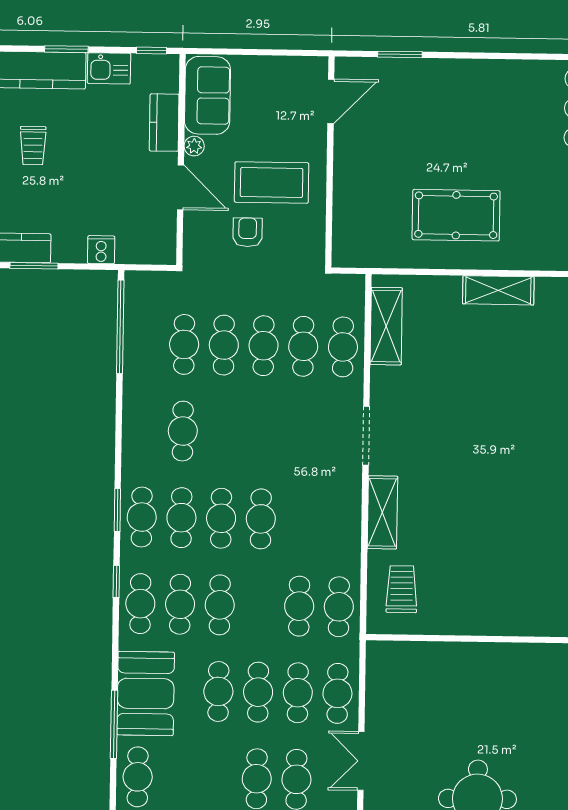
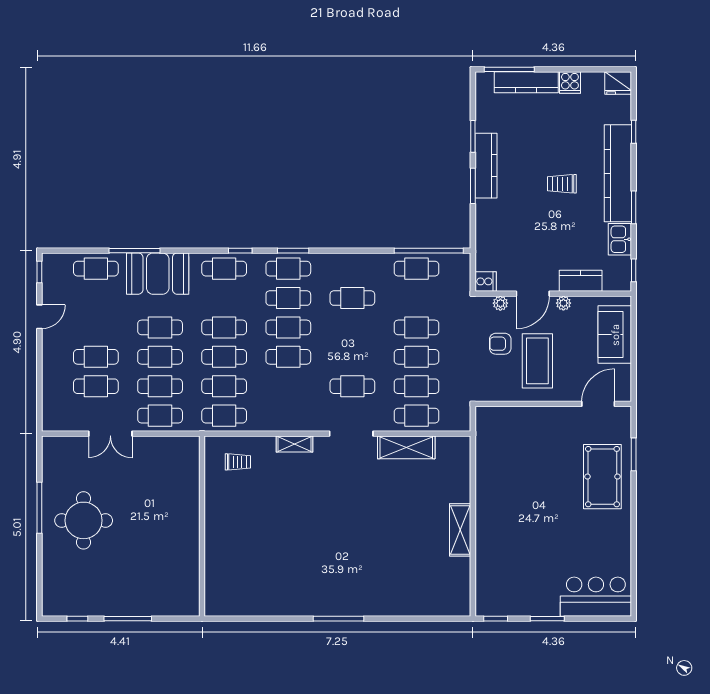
sofa: (207, 95) -> (615, 335), moved, turned 90
door: (331, 101) -> (598, 404), swing flipped
pool table: (456, 215) -> (602, 477), moved
plant: (193, 231) -> (500, 303), added
armchair: (248, 232) -> (500, 344), turned 180
cooker: (101, 250) -> (486, 281), moved
shelving: (386, 326) -> (406, 447), moved
cafe table: (184, 344) -> (417, 269), moved
cafe table: (302, 433) -> (352, 386), added
shelving: (382, 512) -> (295, 444), width x0.67, depth x0.75
trolley: (402, 589) -> (238, 462), width x0.73, depth x0.72
cafe table: (180, 604) -> (224, 357), moved
double door: (361, 761) -> (110, 434), swing flipped

